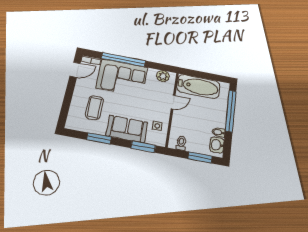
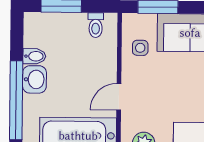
washbasin: (217, 145) -> (34, 79), moved

